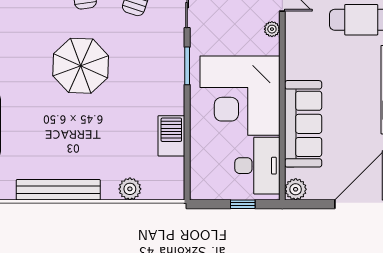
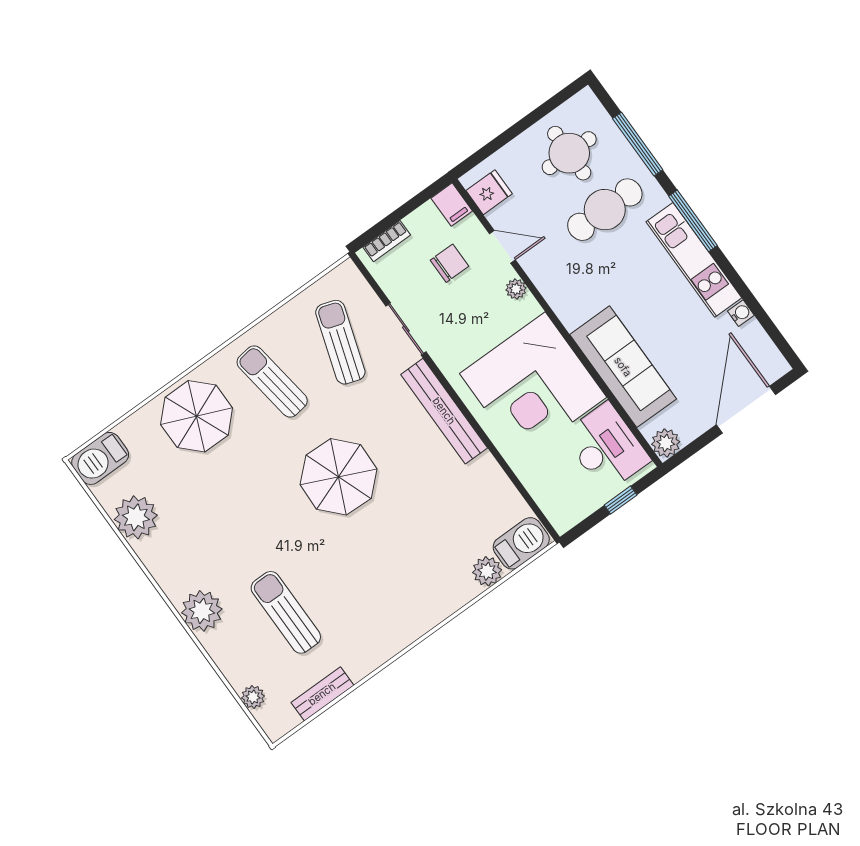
window: (187, 66) -> (453, 394), removed
barbecue: (171, 136) -> (521, 543), moved, turned 90
bench: (58, 190) -> (444, 411), moved, turned 90

